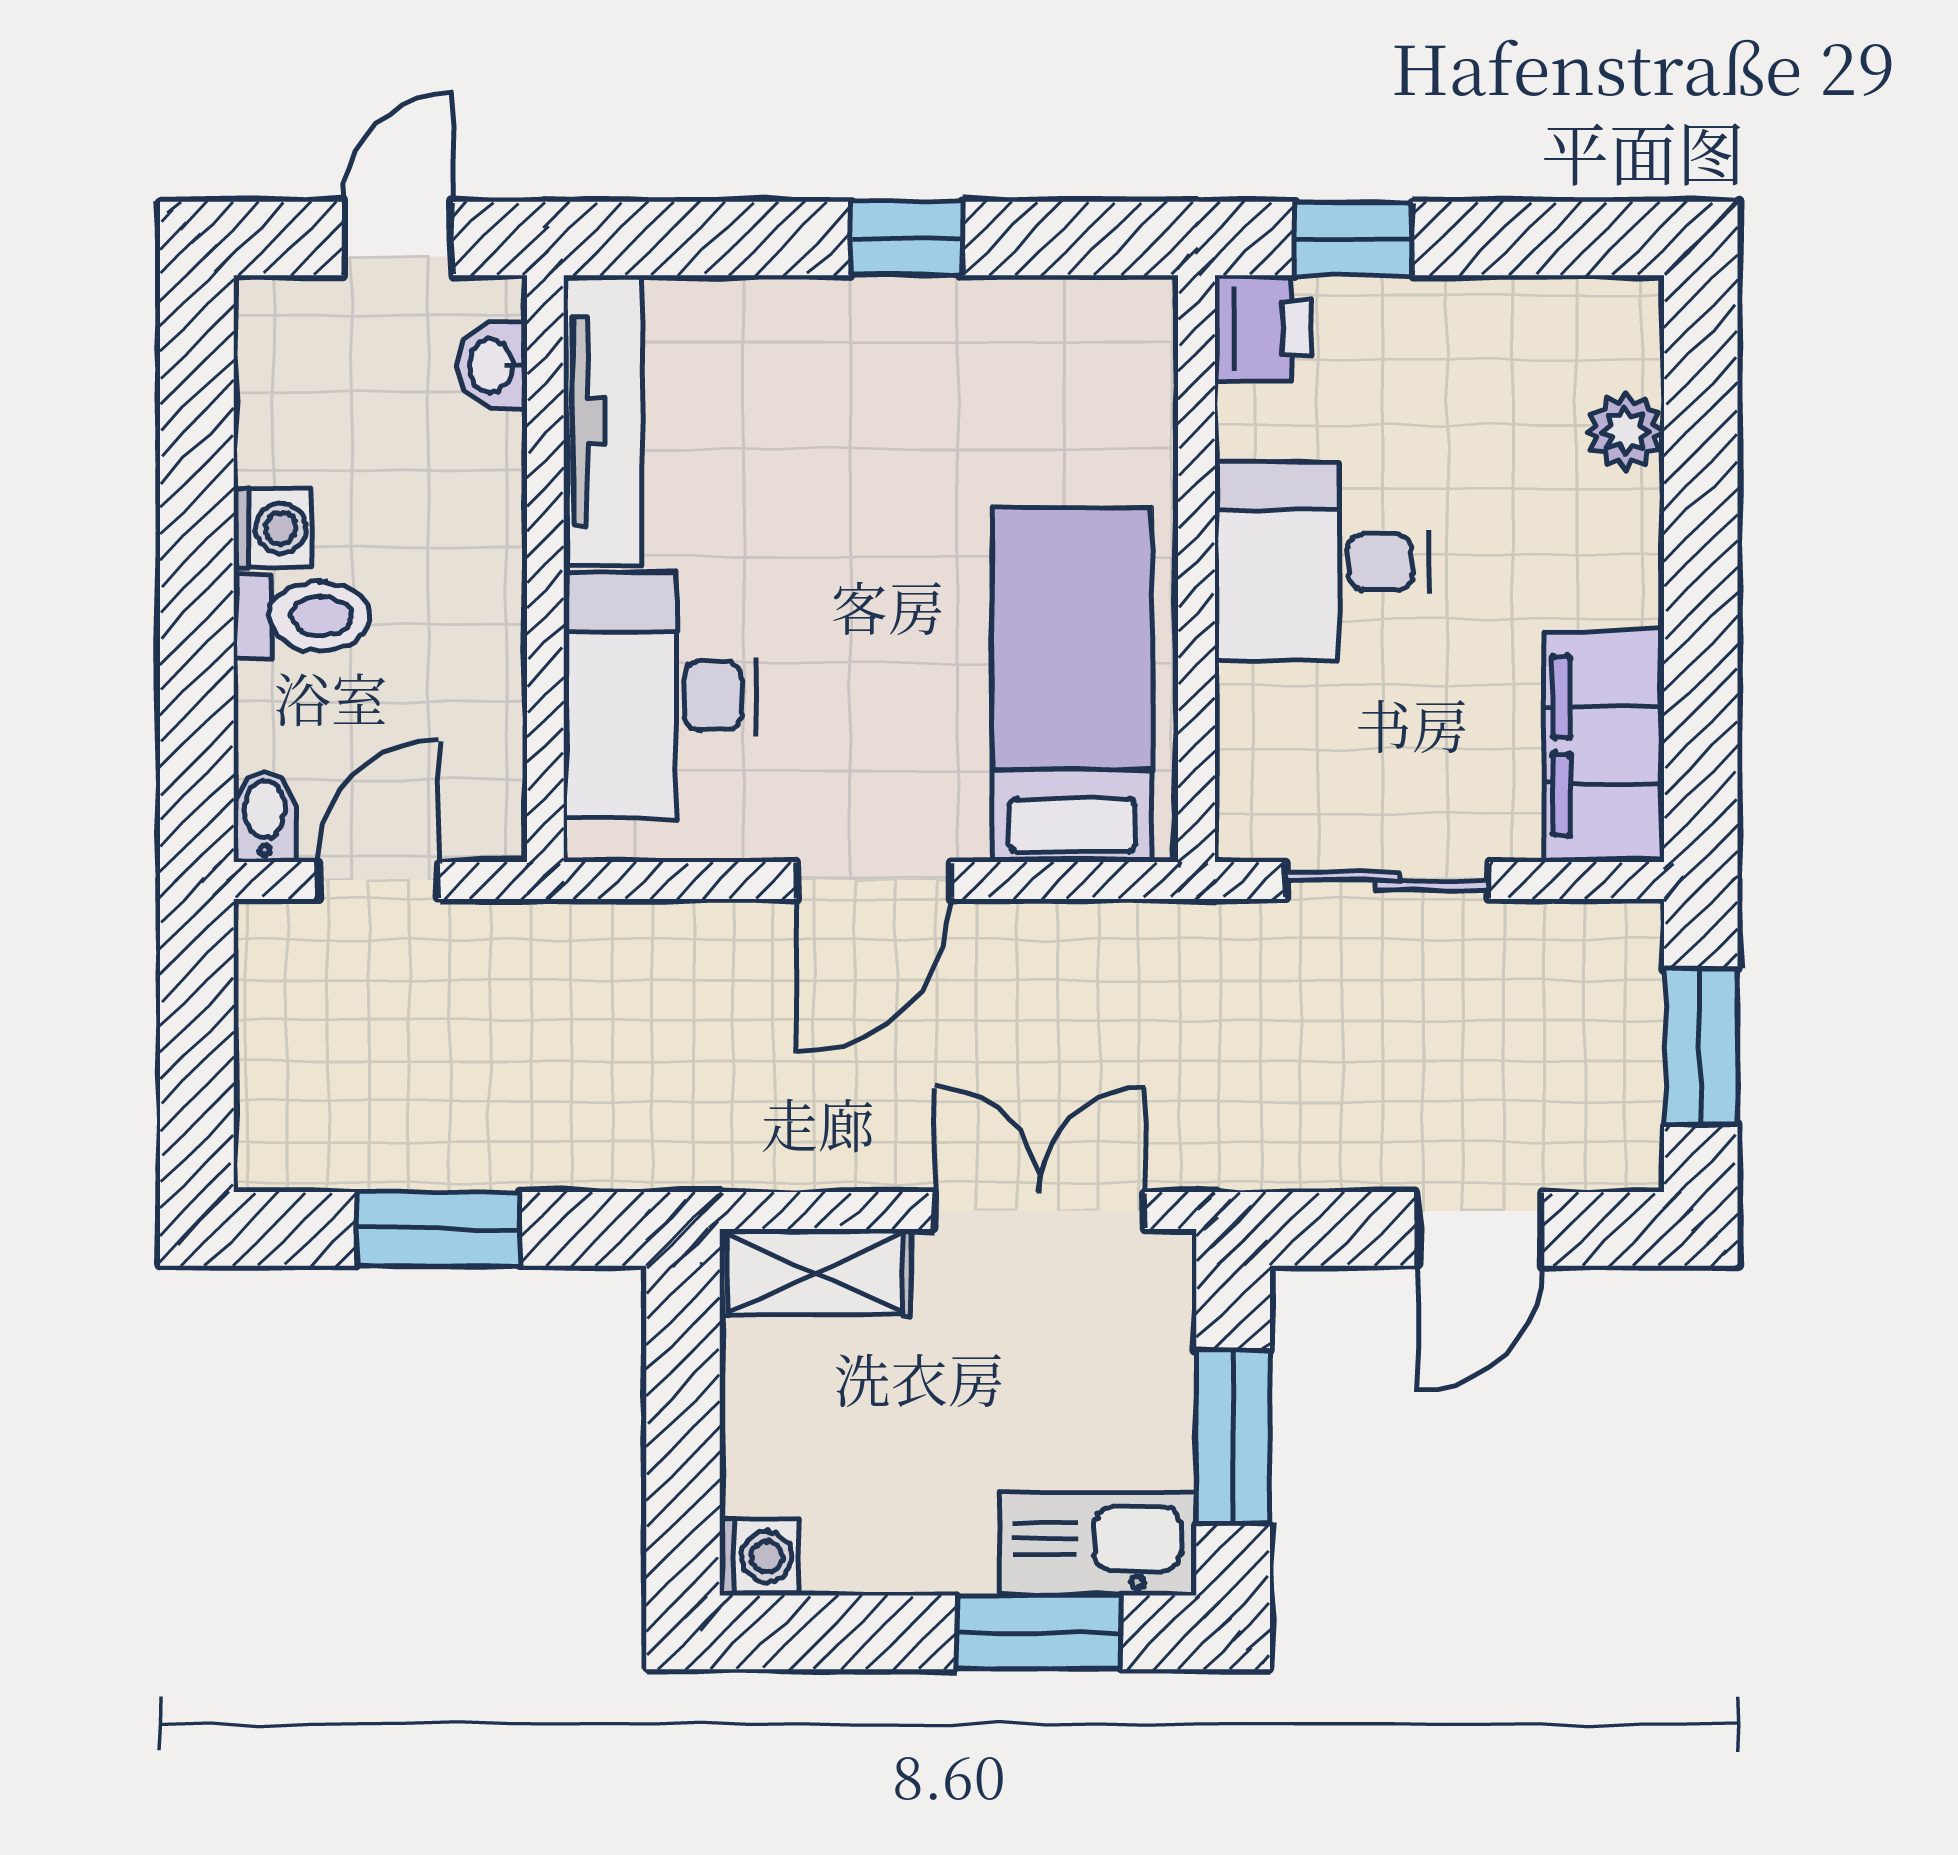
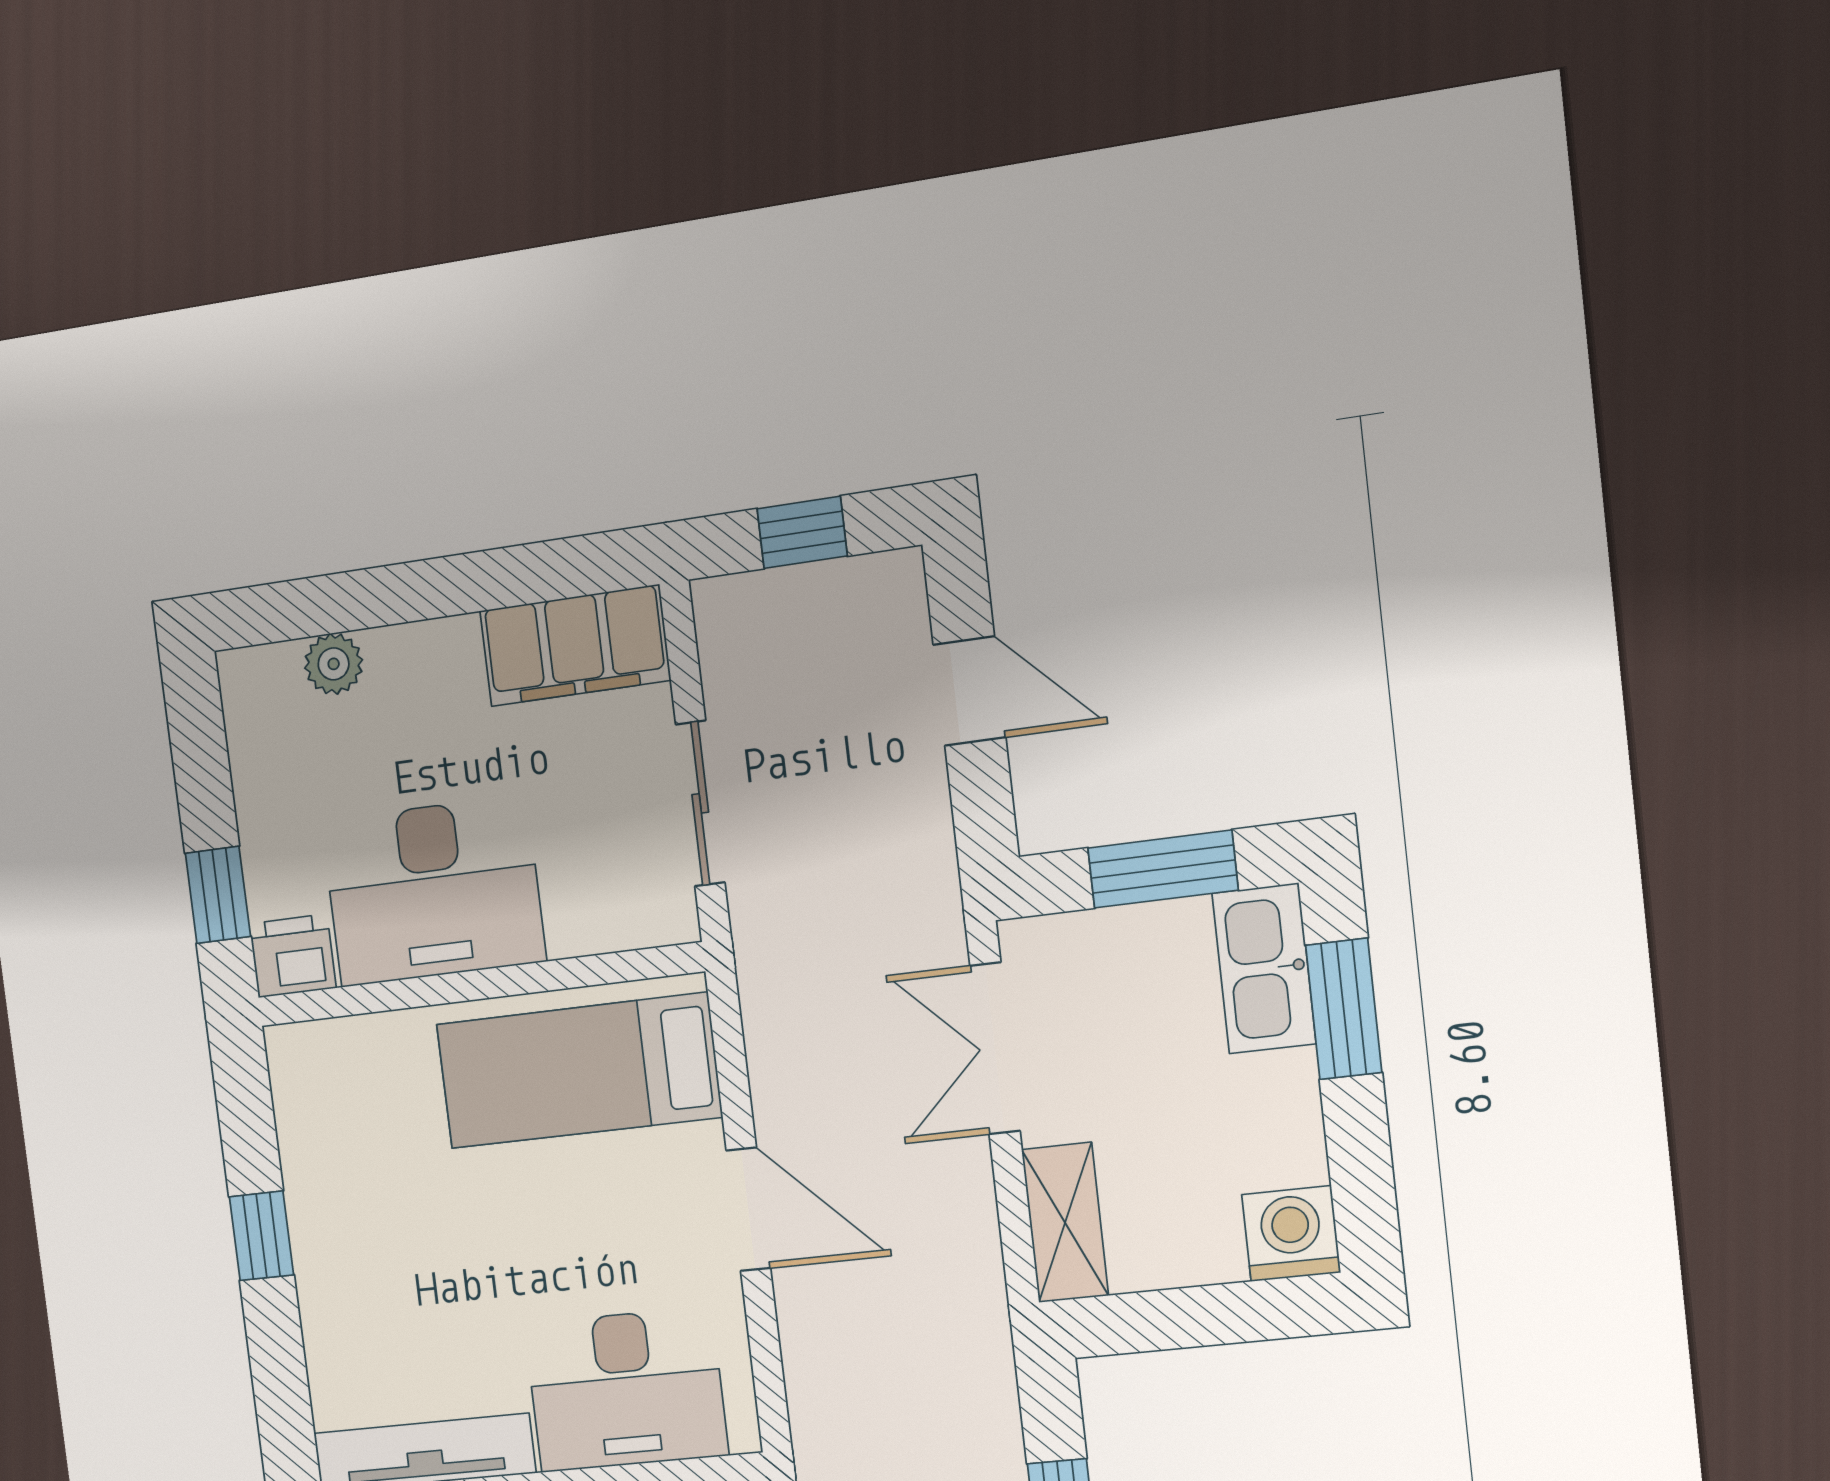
desk: (1322, 562) -> (433, 891), width x1.37
window: (1701, 1047) -> (802, 532), width x0.67
washing machine: (759, 1557) -> (1291, 1234), width x1.38, depth x1.38

